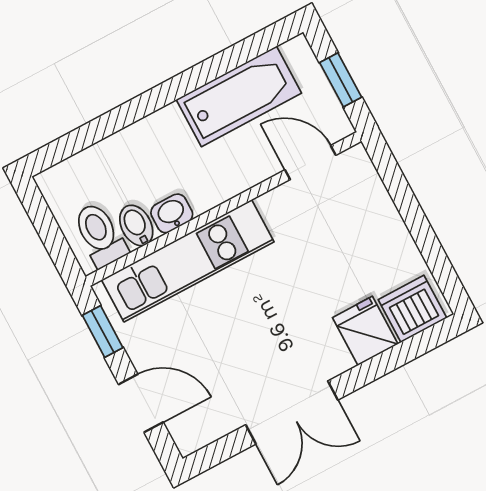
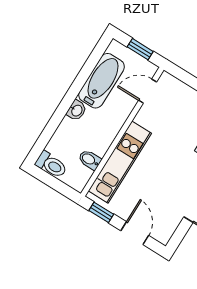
washbasin: (172, 213) -> (77, 110), moved, turned 180
toilet: (100, 235) -> (51, 165), moved, turned 180
door: (141, 403) -> (135, 233), hinge flipped

